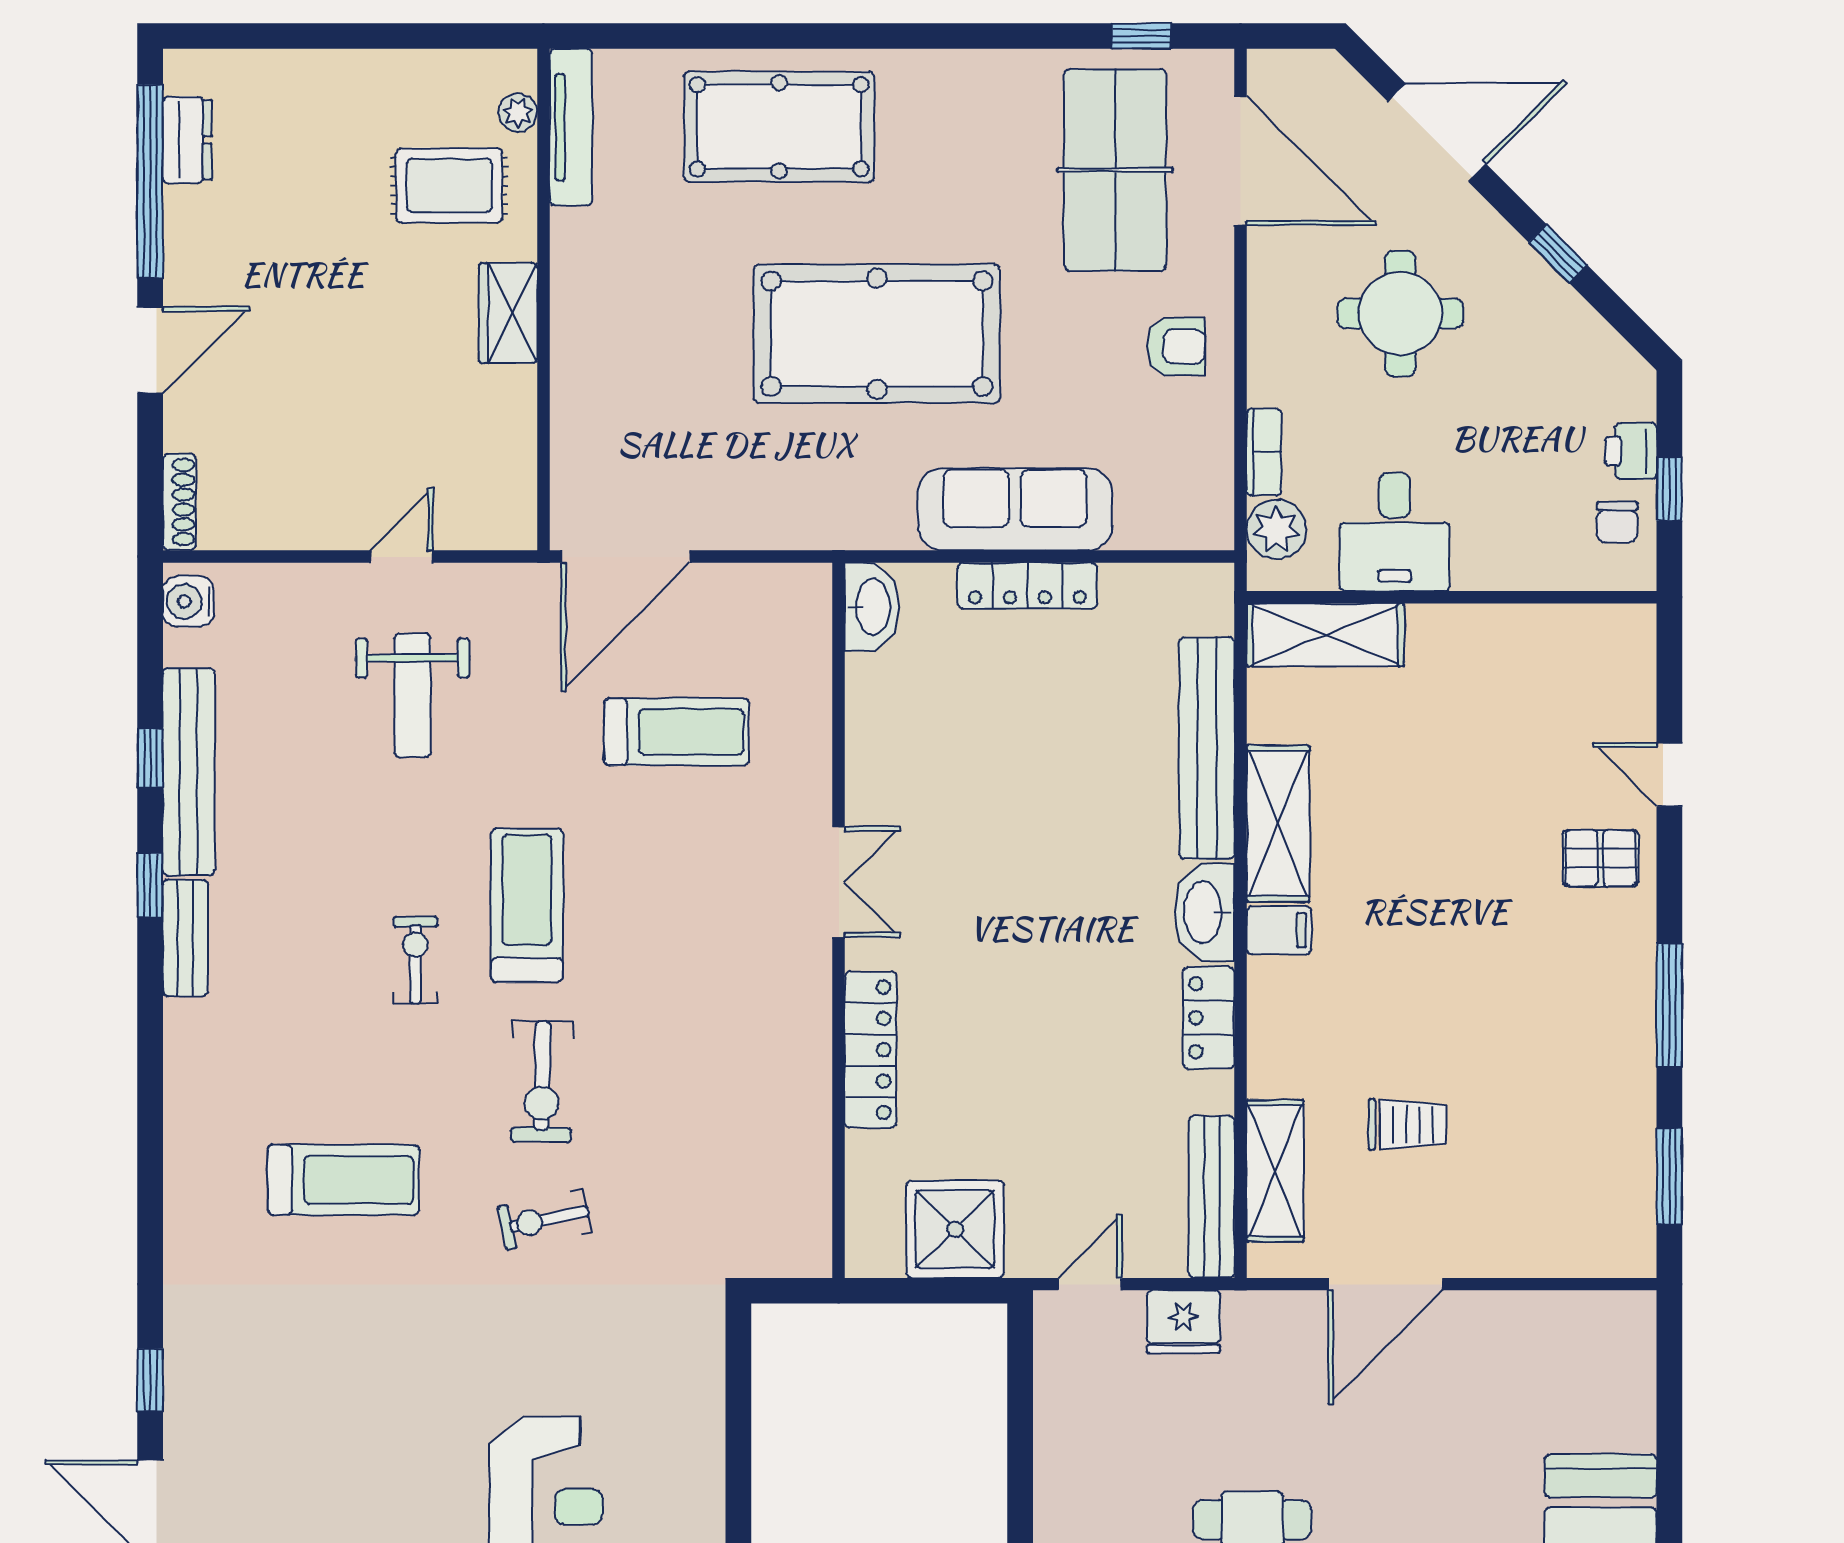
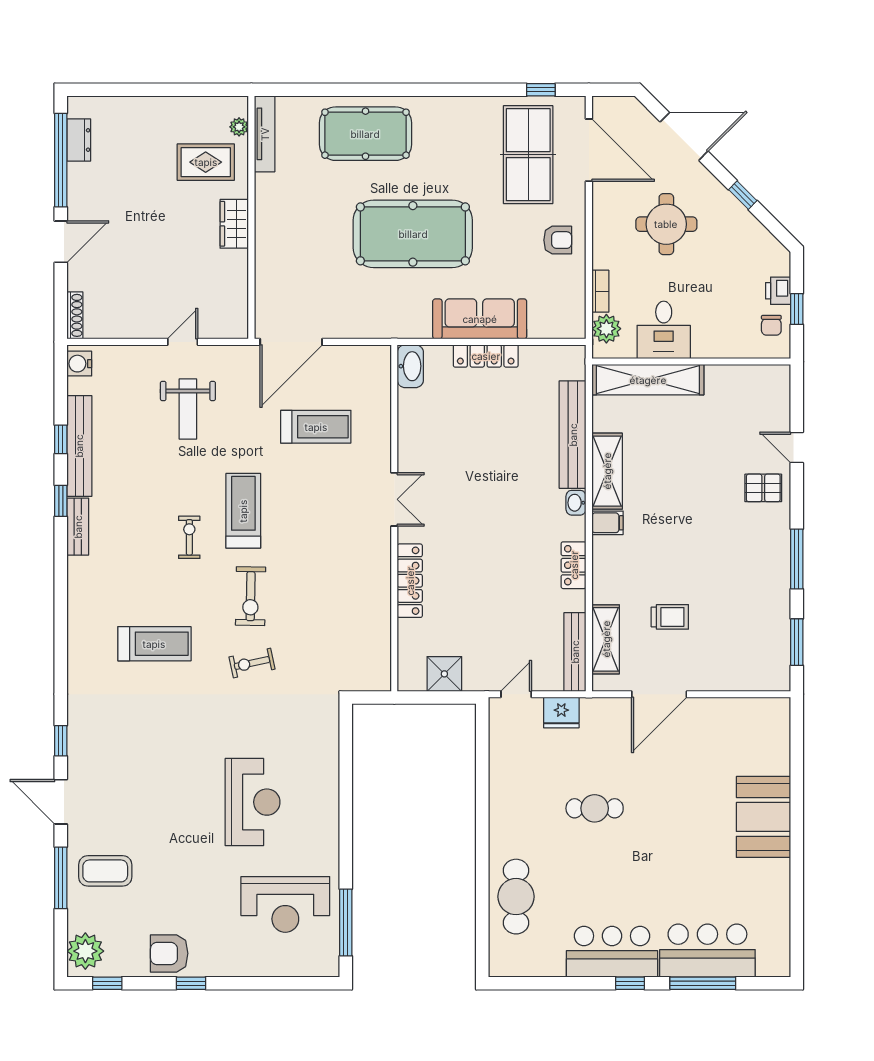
shelving: (1325, 635) -> (648, 380), width x1.47
washbasin: (1204, 912) -> (576, 503), width x0.52, depth x0.69
shower: (955, 1229) -> (444, 674), width x0.73, depth x0.73

